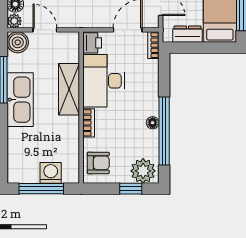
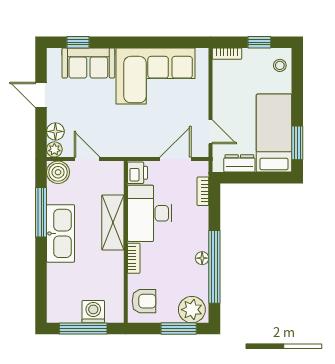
bookcase: (153, 45) -> (203, 191), moved
window: (131, 189) -> (179, 329), width x1.50

